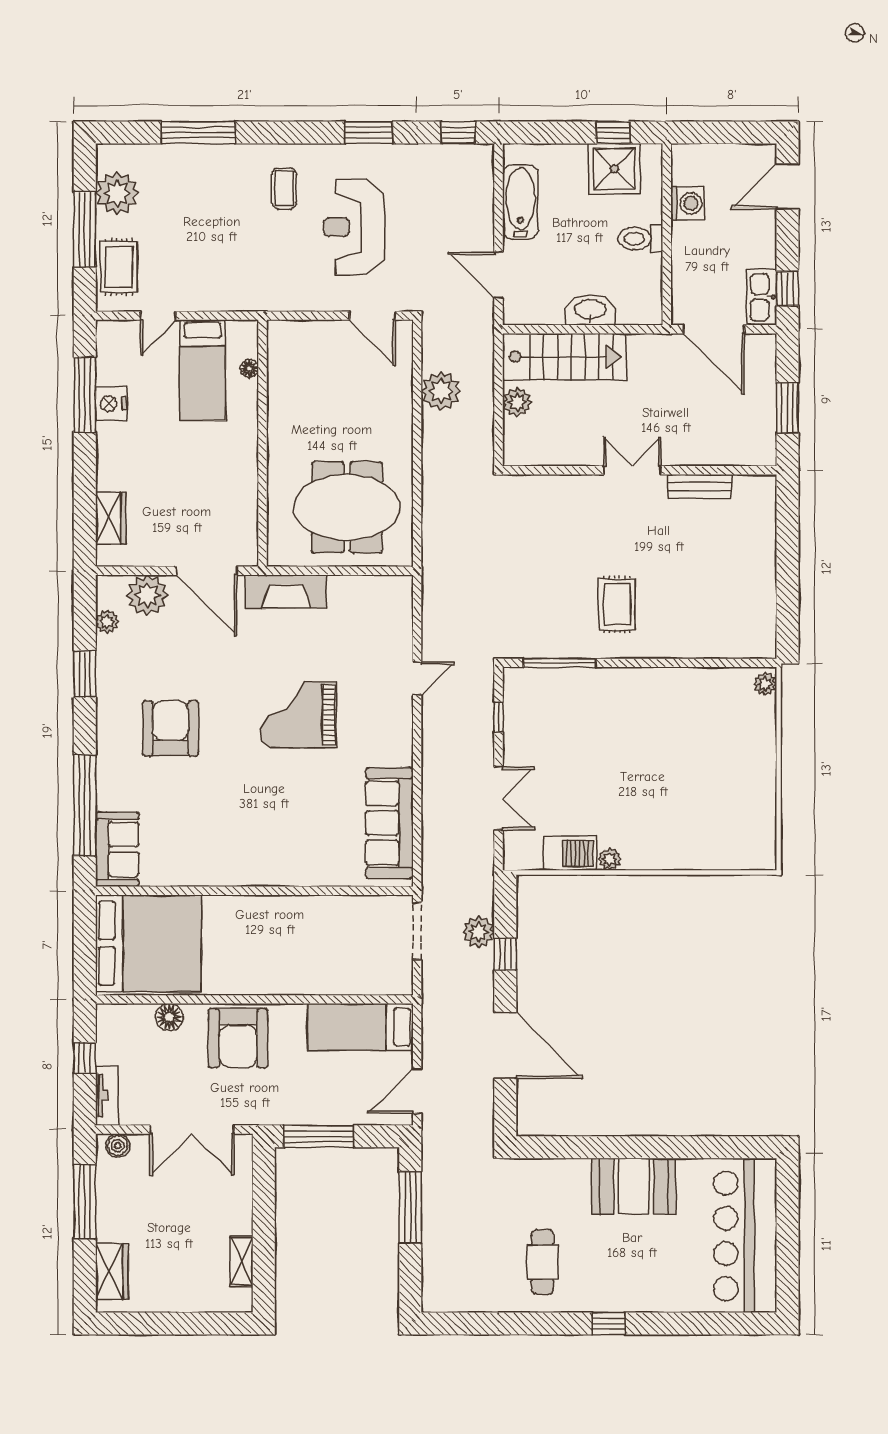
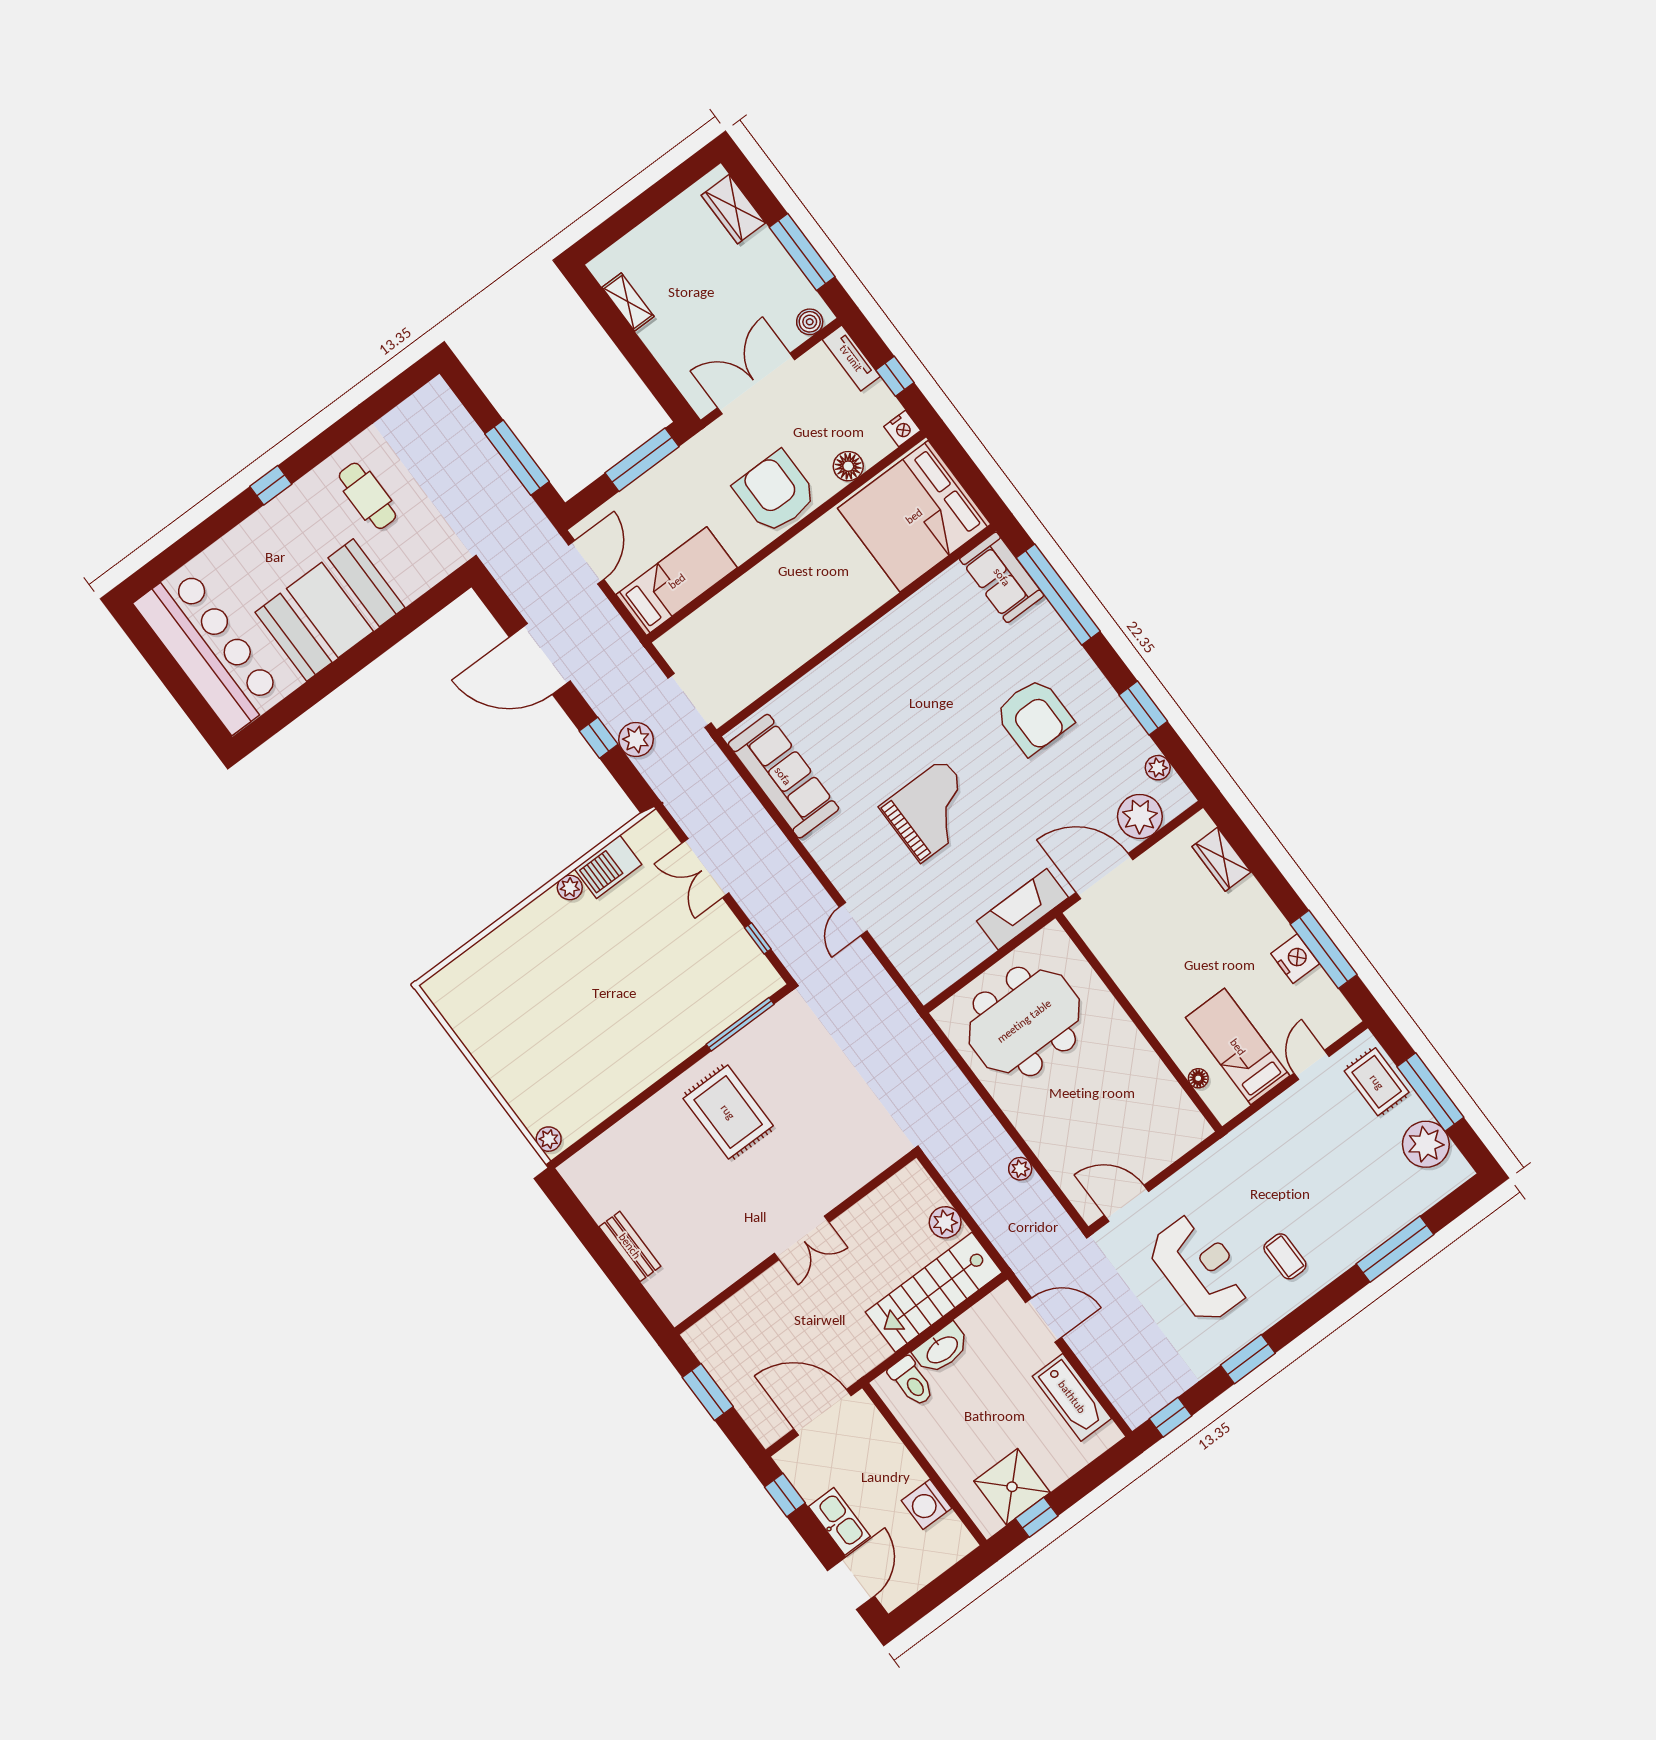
toilet: (640, 239) -> (911, 1381), moved, turned 90
kitchen sink: (762, 297) -> (839, 1521), moved
plant: (441, 391) -> (1020, 1169), width x0.53, depth x0.53
bench: (700, 486) -> (630, 1246), moved, turned 90
rug: (617, 604) -> (728, 1112), width x1.36, depth x1.43
nightstand: (108, 1015) -> (902, 428), added
booth: (634, 1186) -> (330, 610), width x1.36, depth x1.42

